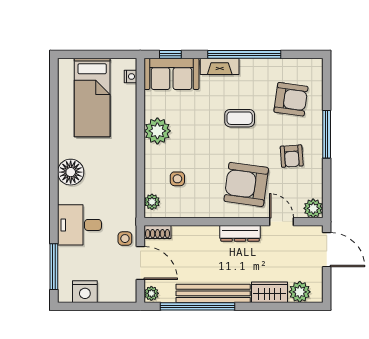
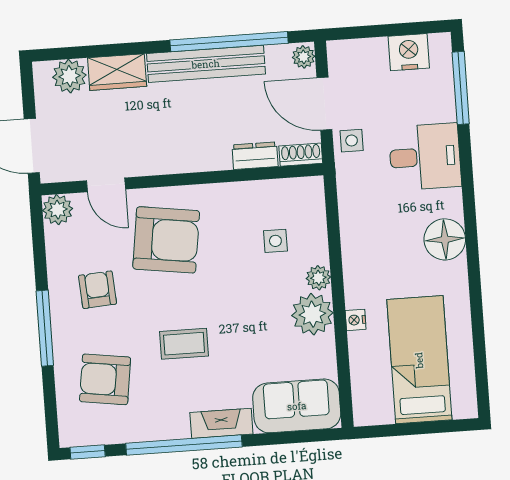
window: (170, 54) -> (88, 452), moved
nightstand: (130, 76) -> (356, 320), moved
plant: (152, 202) -> (318, 278), moved
dresser: (240, 233) -> (255, 156), moved, width x0.70

